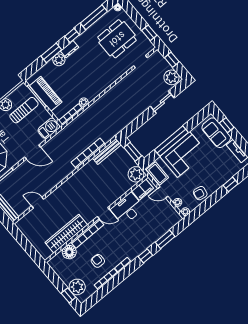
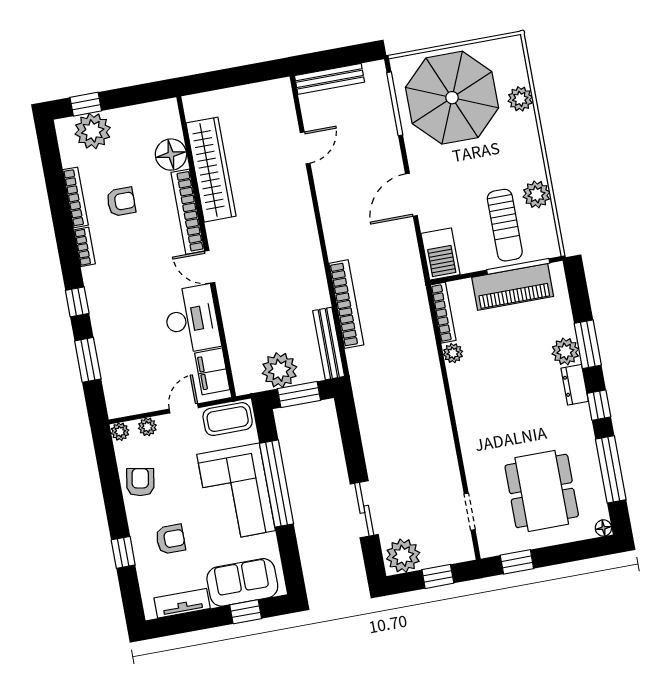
armchair: (215, 169) -> (170, 539), added
plant: (136, 174) -> (280, 370), moved
door: (103, 213) -> (210, 267), hinge flipped

